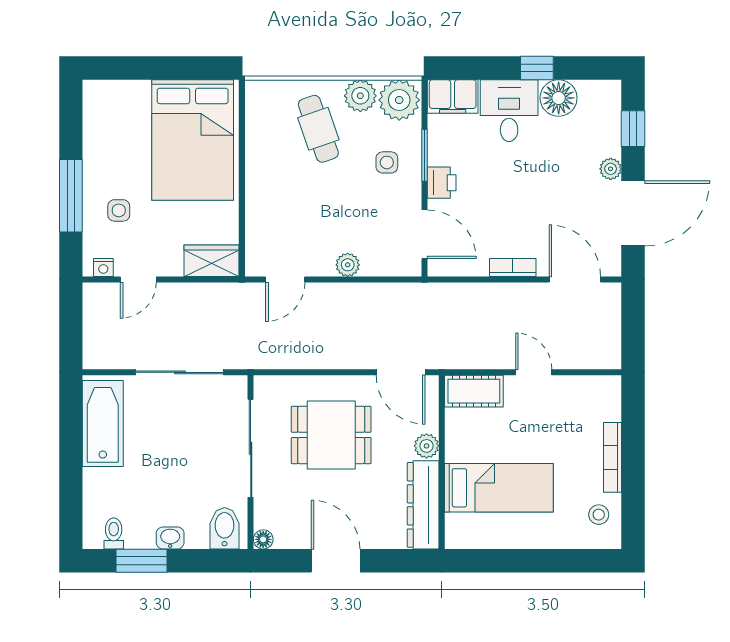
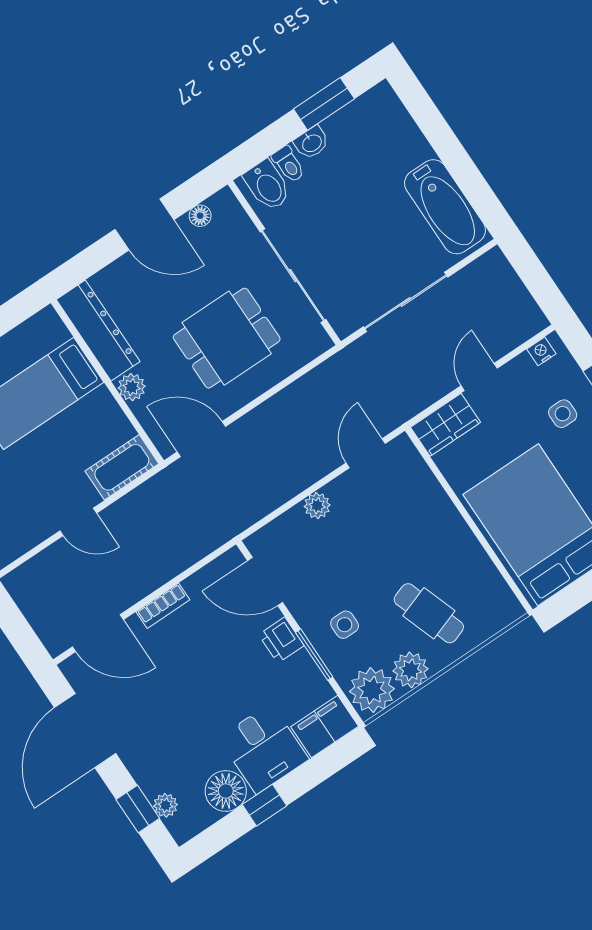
plant: (611, 169) -> (166, 805), moved
door: (138, 280) -> (479, 377), moved
toilet: (114, 533) -> (288, 164), moved
floor lamp: (263, 539) -> (200, 216), moved

